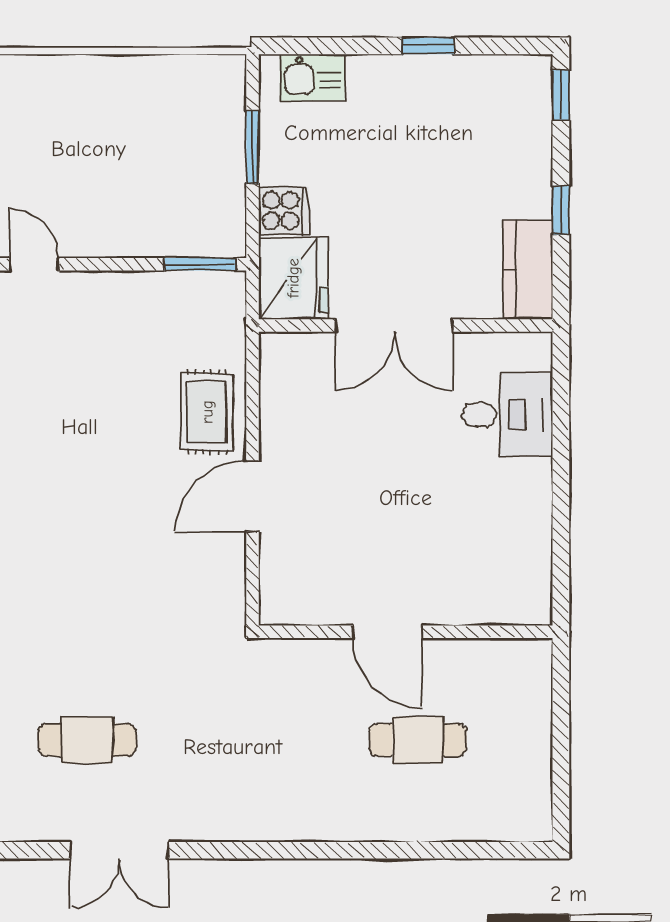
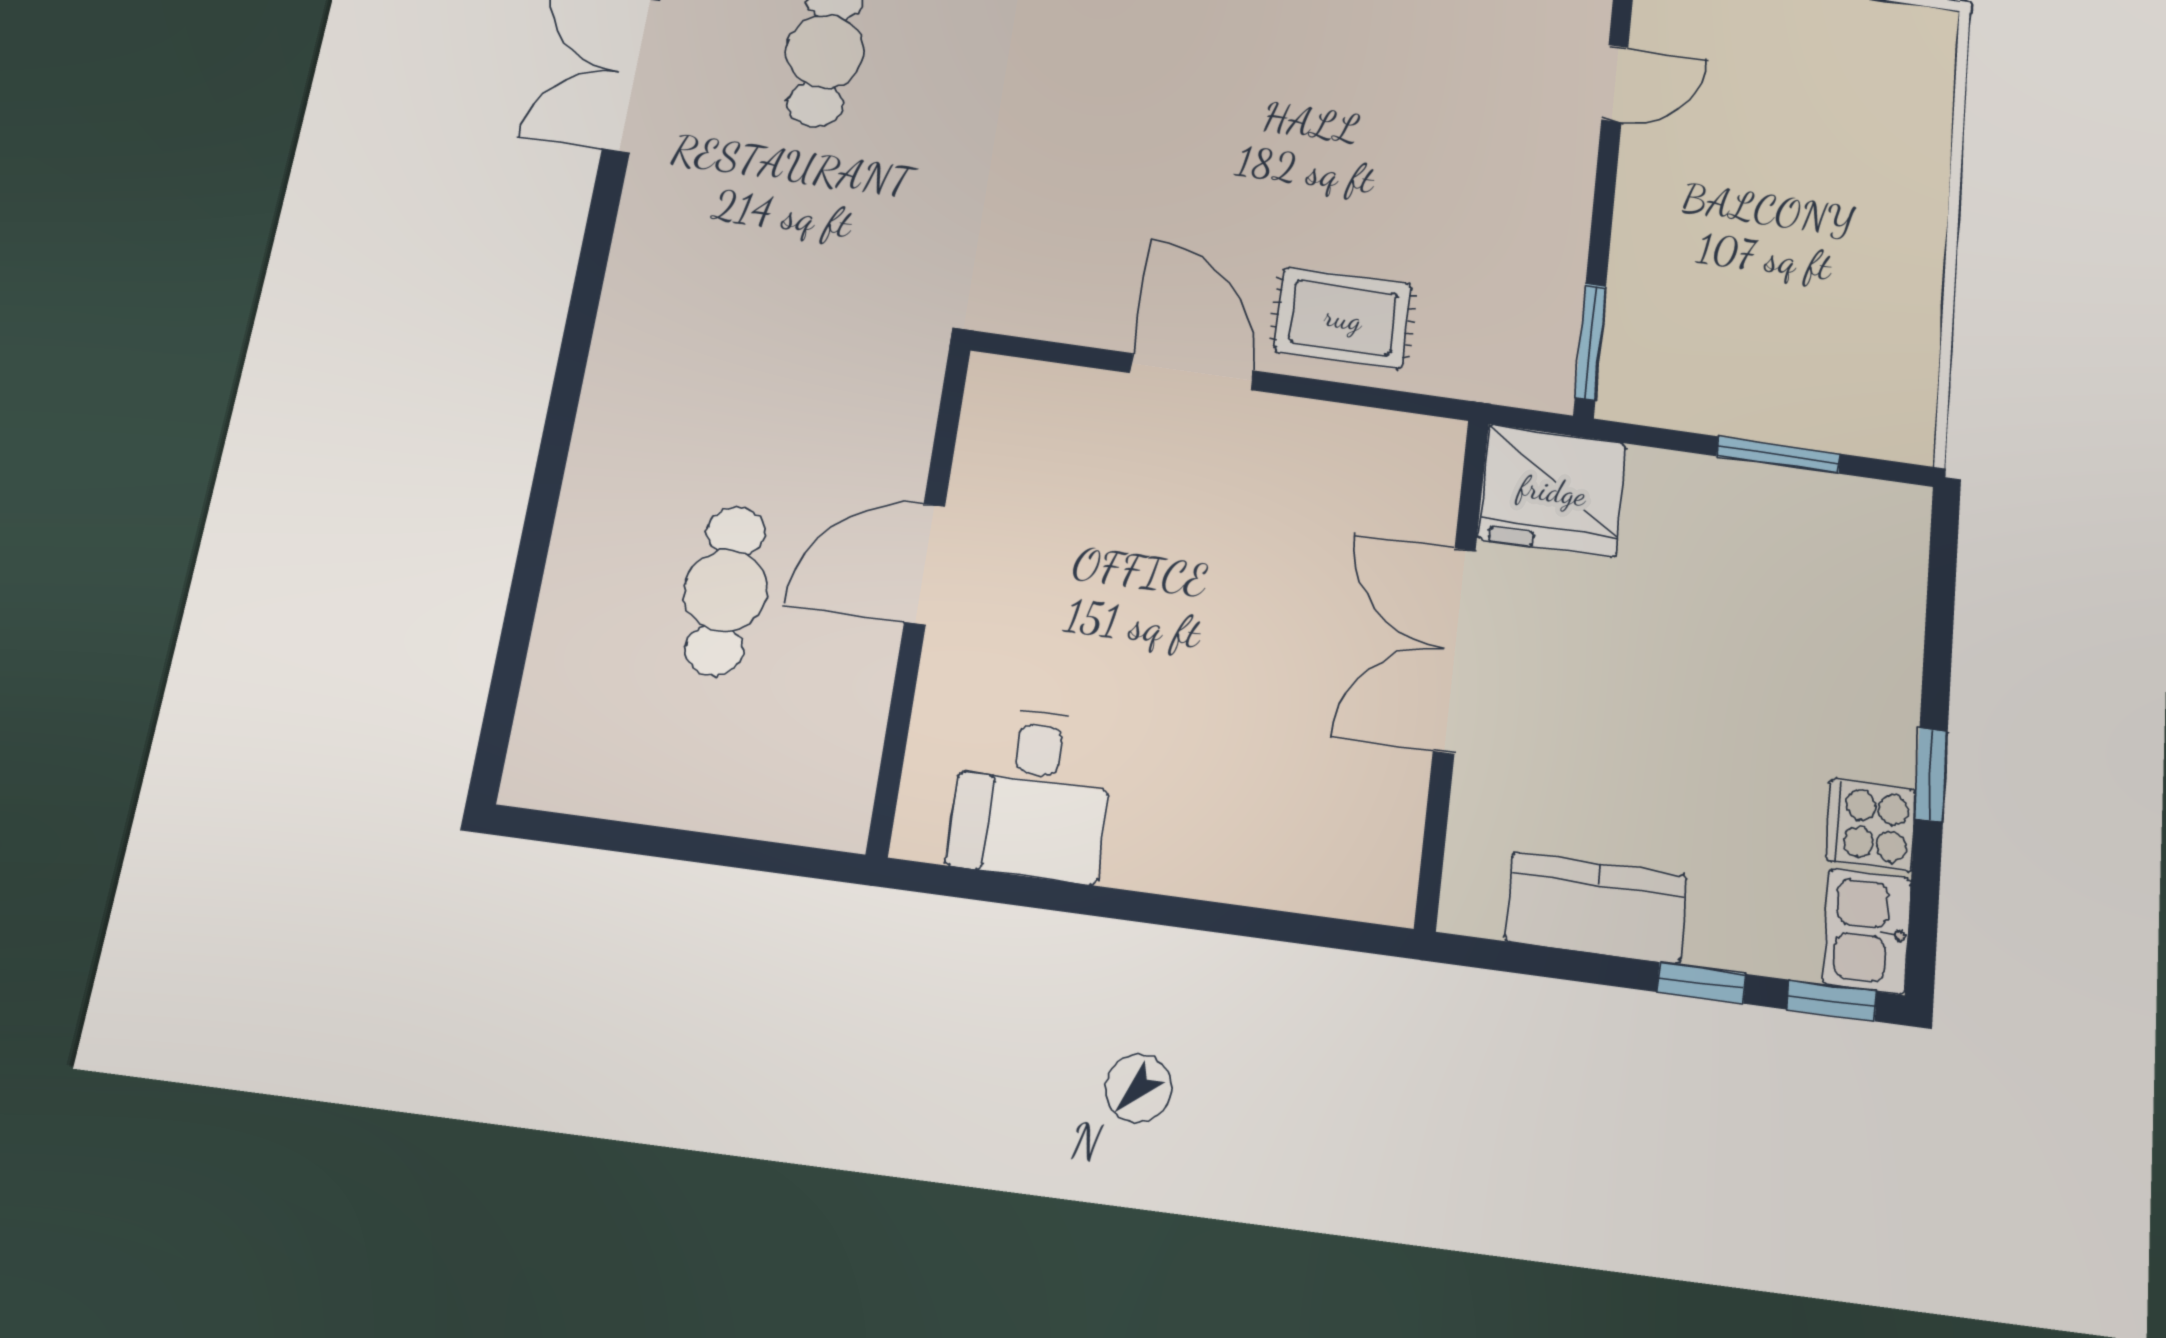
kitchen sink: (312, 77) -> (1867, 931), moved
window: (561, 210) -> (1701, 983), moved
cooker: (284, 211) -> (1871, 825), moved, turned 90
kitchen counter: (528, 270) -> (1596, 908), moved
desk: (507, 415) -> (1033, 794), moved

